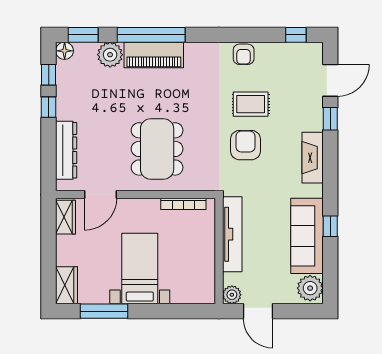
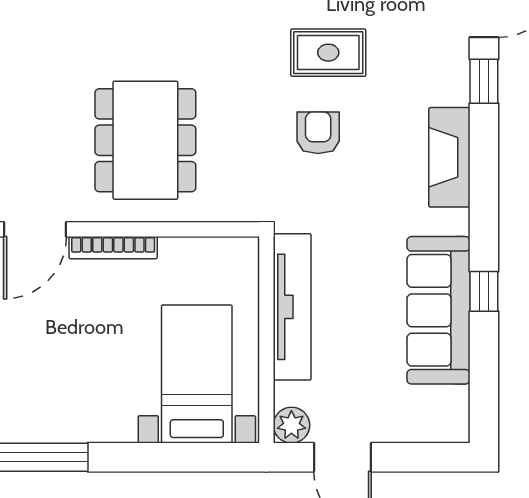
armchair: (245, 145) -> (318, 133), width x0.72, depth x0.72
bookcase: (183, 204) -> (113, 248), moved
bed with nightstands: (140, 269) -> (197, 374), moved
plant: (310, 288) -> (444, 412), removed

